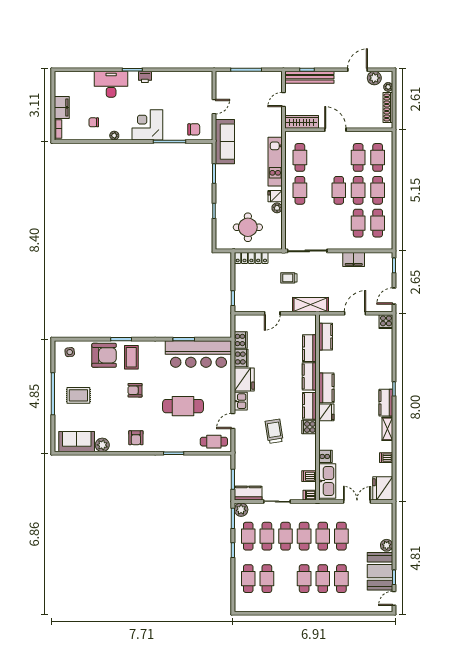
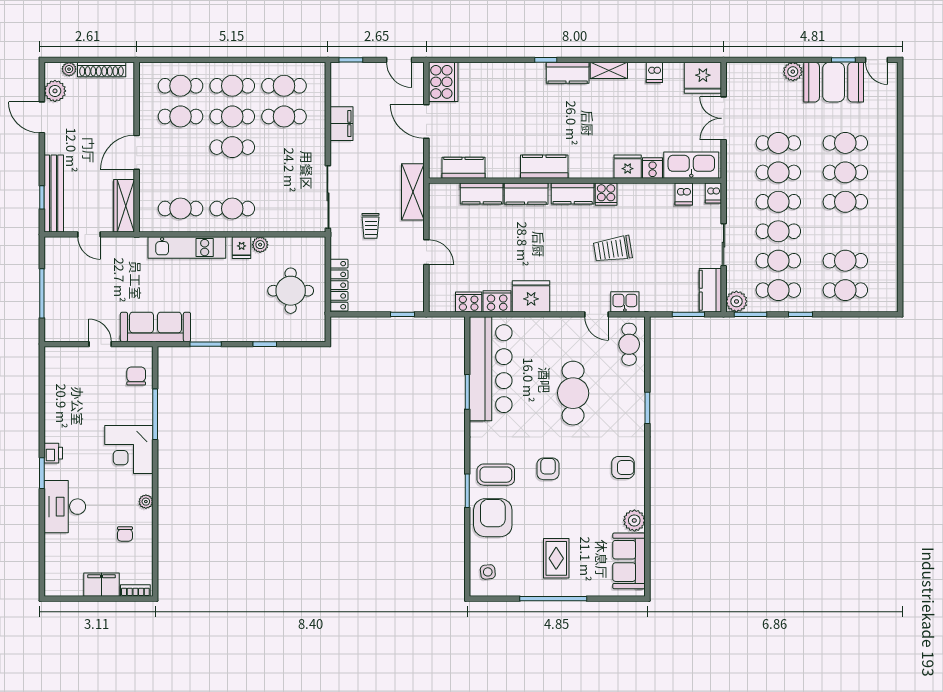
cooker: (386, 322) -> (443, 82), width x1.87, depth x1.31
armchair: (135, 390) -> (548, 469), turned 180
kitchen sink: (241, 401) -> (625, 302), moved
fridge: (326, 412) -> (628, 167), moved

